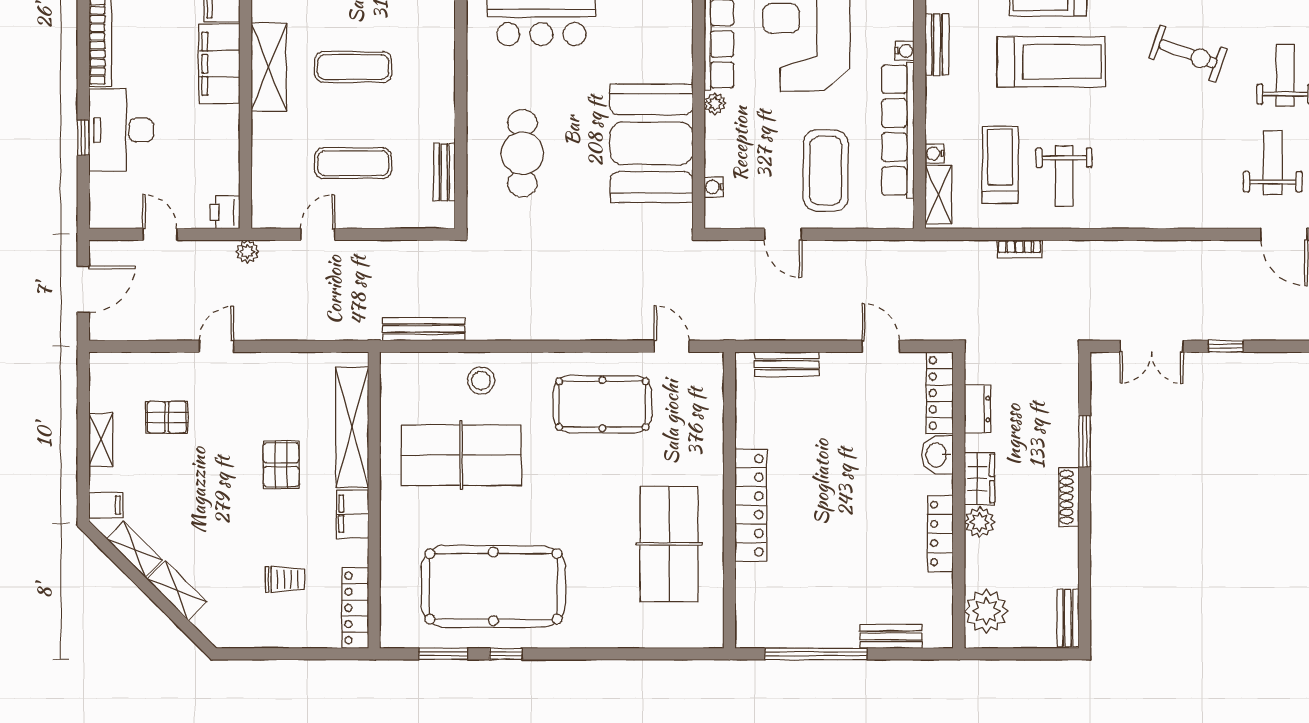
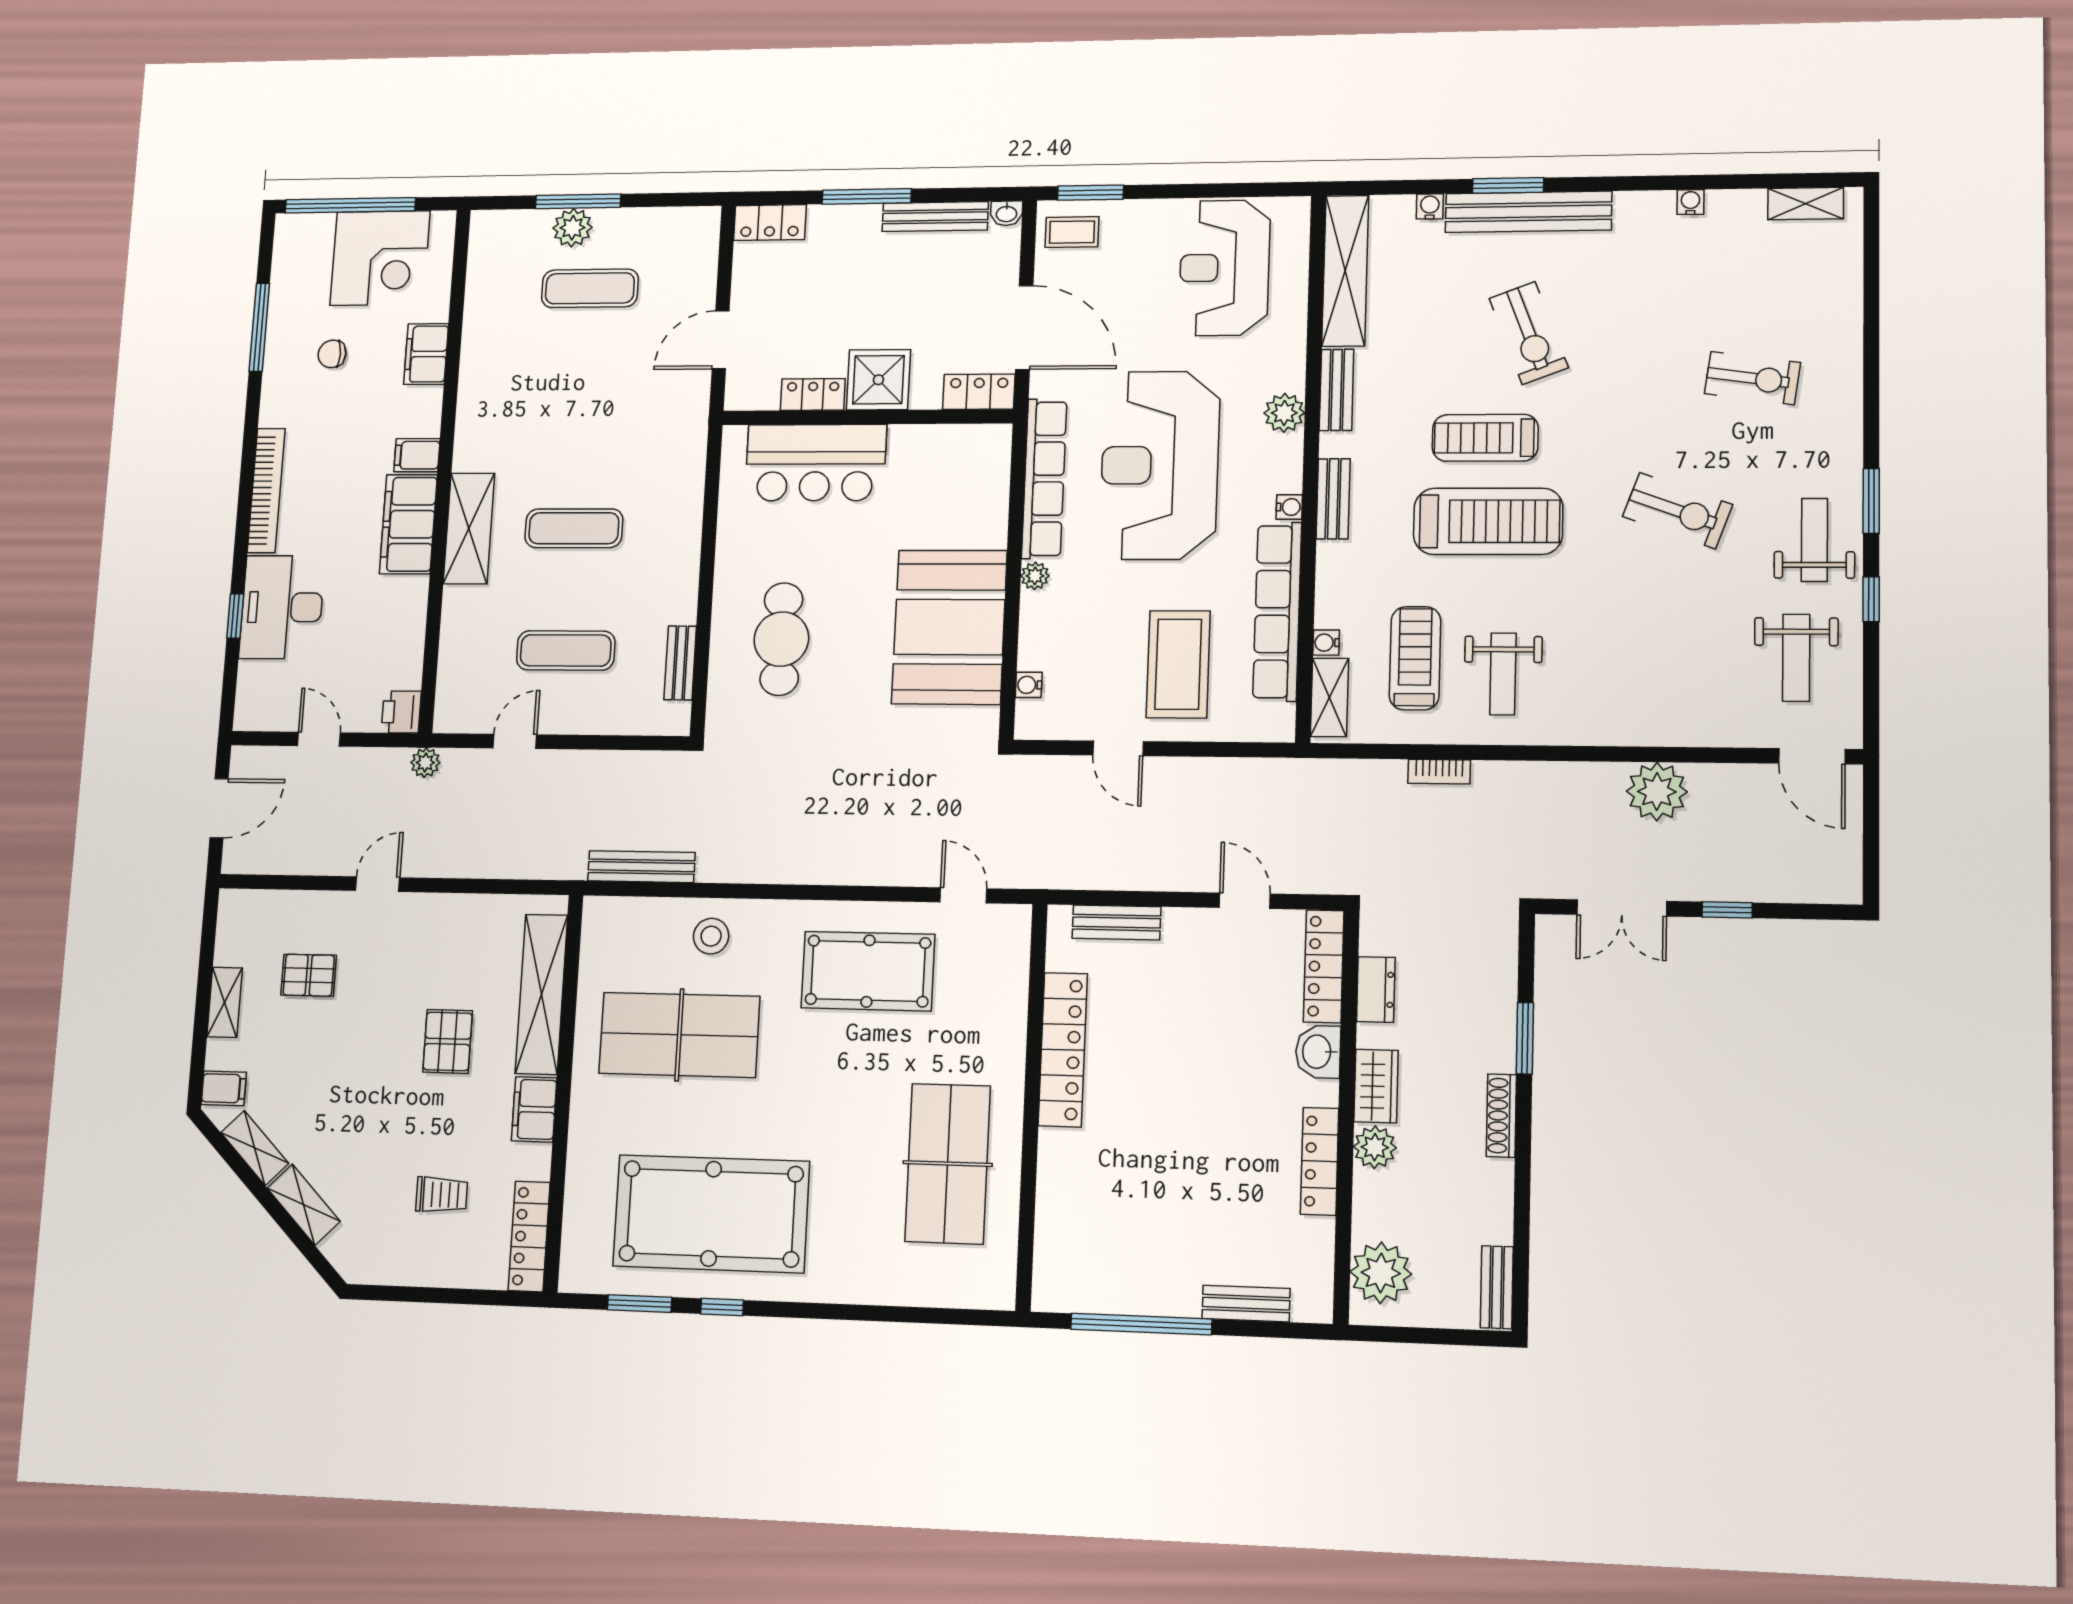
weight bench: (1273, 163) -> (1796, 658), turned 180
plant: (1175, 261) -> (1657, 792), added
locker: (751, 505) -> (1063, 1050), moved

